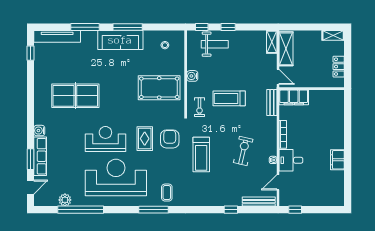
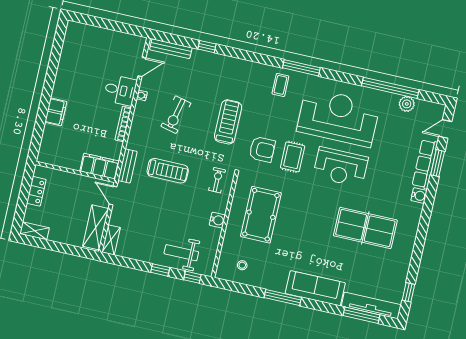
window: (85, 27) -> (361, 315), moved
sofa: (120, 40) -> (315, 288), moved
pool table: (159, 88) -> (261, 215), turned 90
treadmill: (229, 98) -> (168, 171), moved
armchair: (170, 139) -> (262, 149), turned -90
filing cabinet: (337, 160) -> (56, 112), moved
reception desk: (116, 177) -> (338, 117), turned 180
window: (295, 210) -> (129, 29), removed

